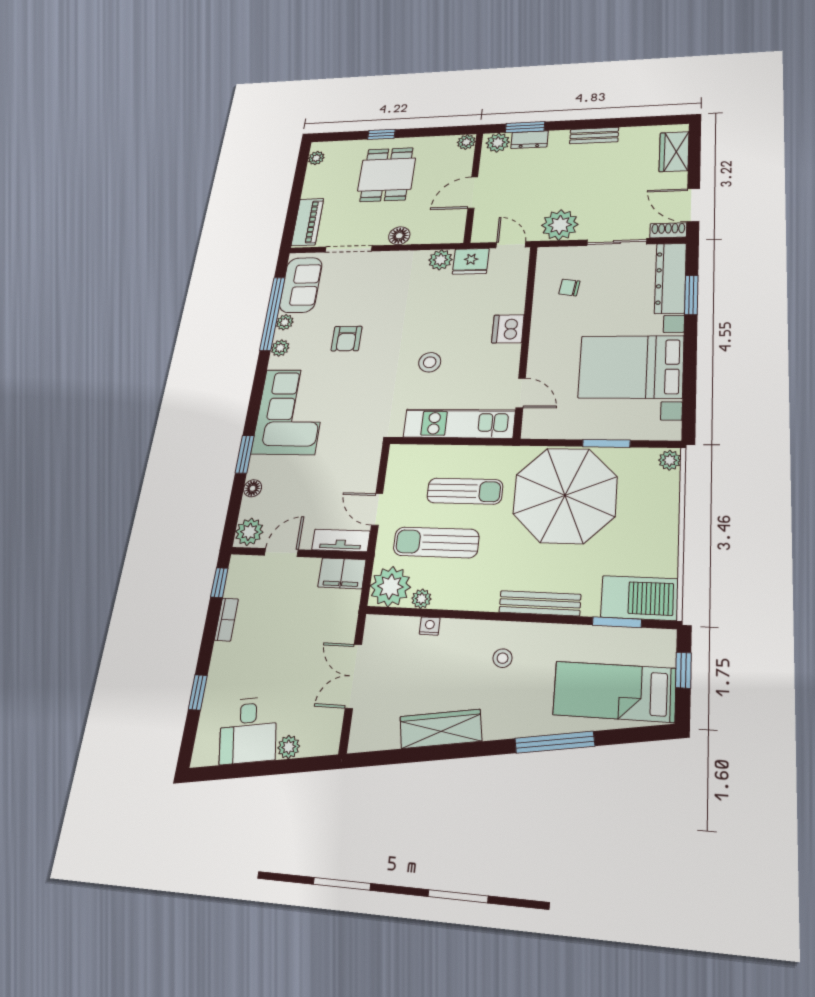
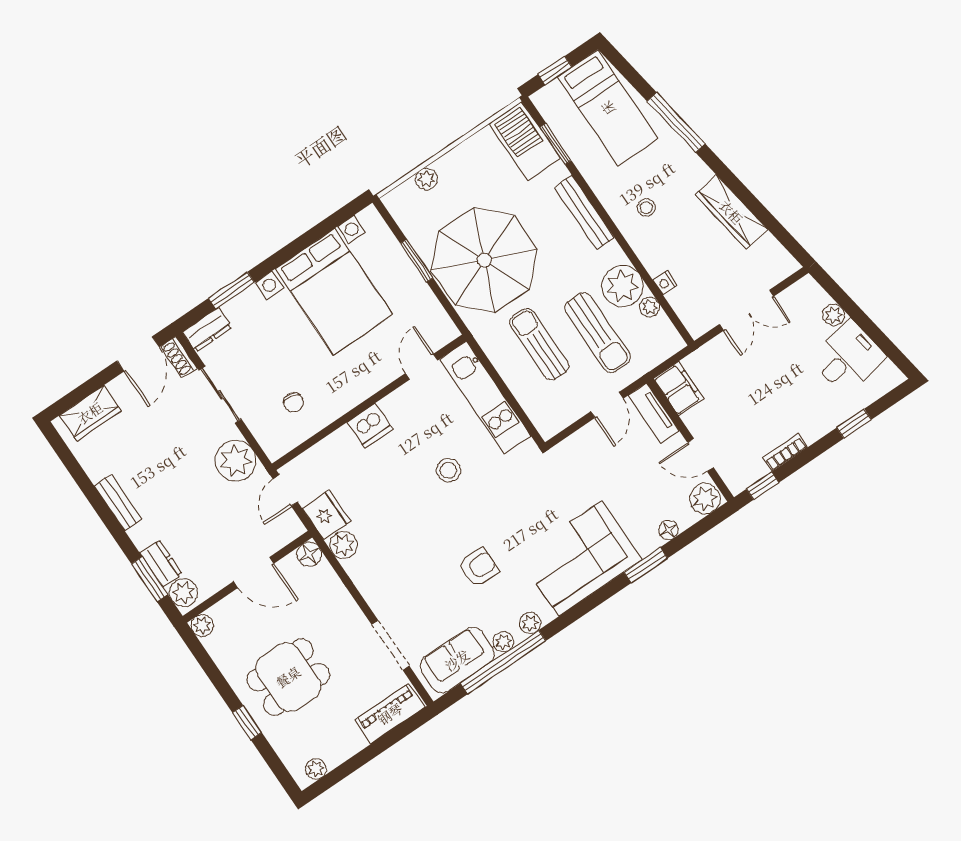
floor lamp: (399, 236) -> (309, 554), moved
dresser: (670, 278) -> (207, 330), width x0.51, depth x0.80
plant: (670, 460) -> (426, 179), moved
plant: (390, 587) -> (622, 286), moved

